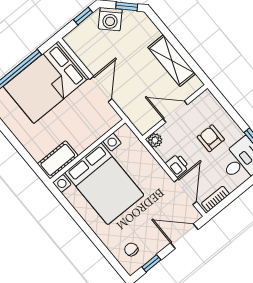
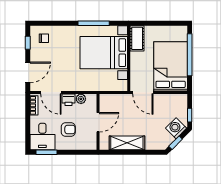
plant: (155, 140) -> (81, 99), moved
wall: (88, 151) -> (129, 58), moved
cot: (58, 160) -> (137, 38), moved
bed with nightstands: (104, 184) -> (104, 53), moved
window: (69, 208) -> (94, 23), added

